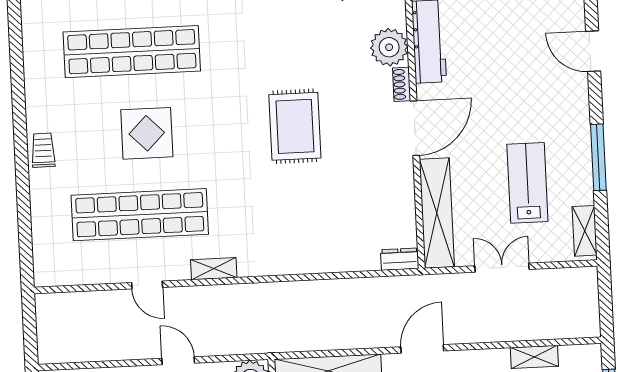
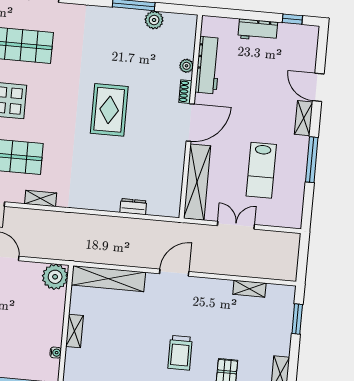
plant: (389, 47) -> (186, 66), width x0.53, depth x0.53
lab bench: (527, 183) -> (261, 170), turned 180
shelving: (585, 231) -> (304, 118), moved
dresser: (400, 259) -> (133, 207), moved

